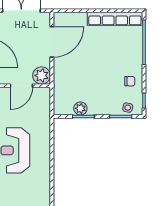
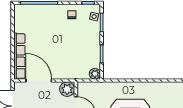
row of seats: (115, 19) -> (19, 56), moved
plant: (80, 108) -> (95, 74), moved

